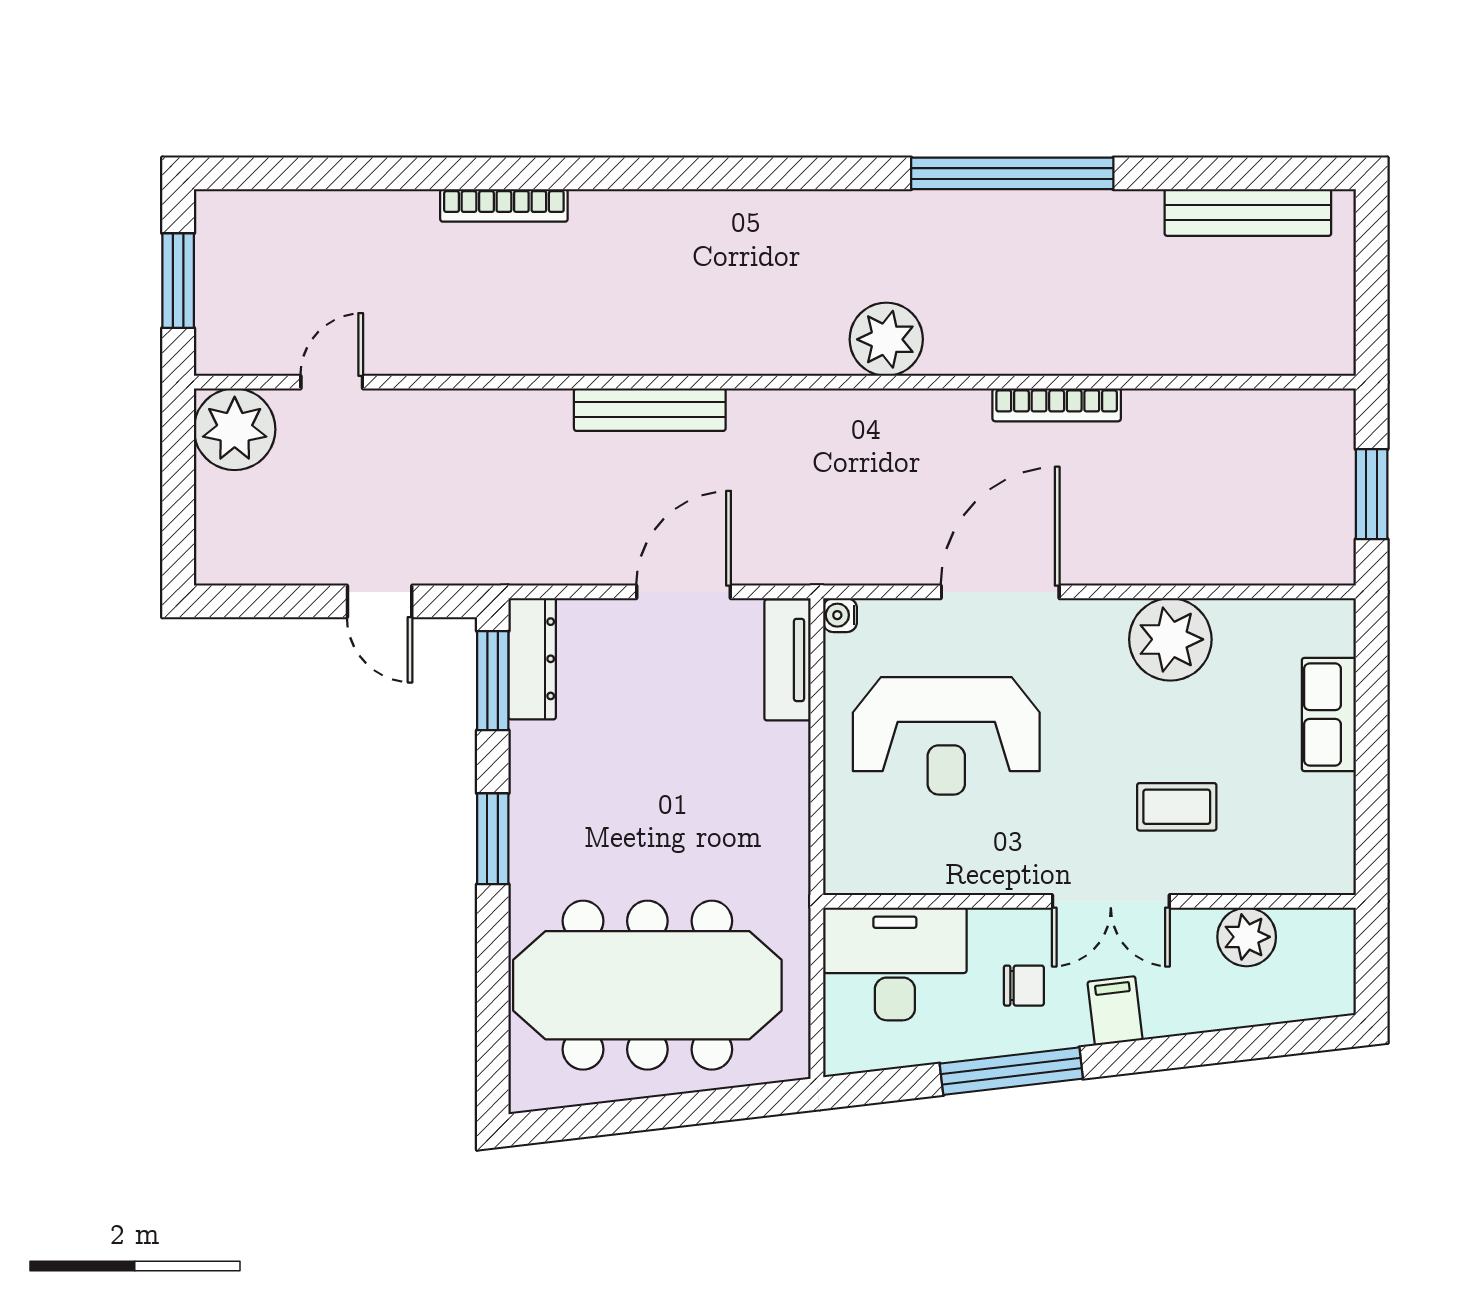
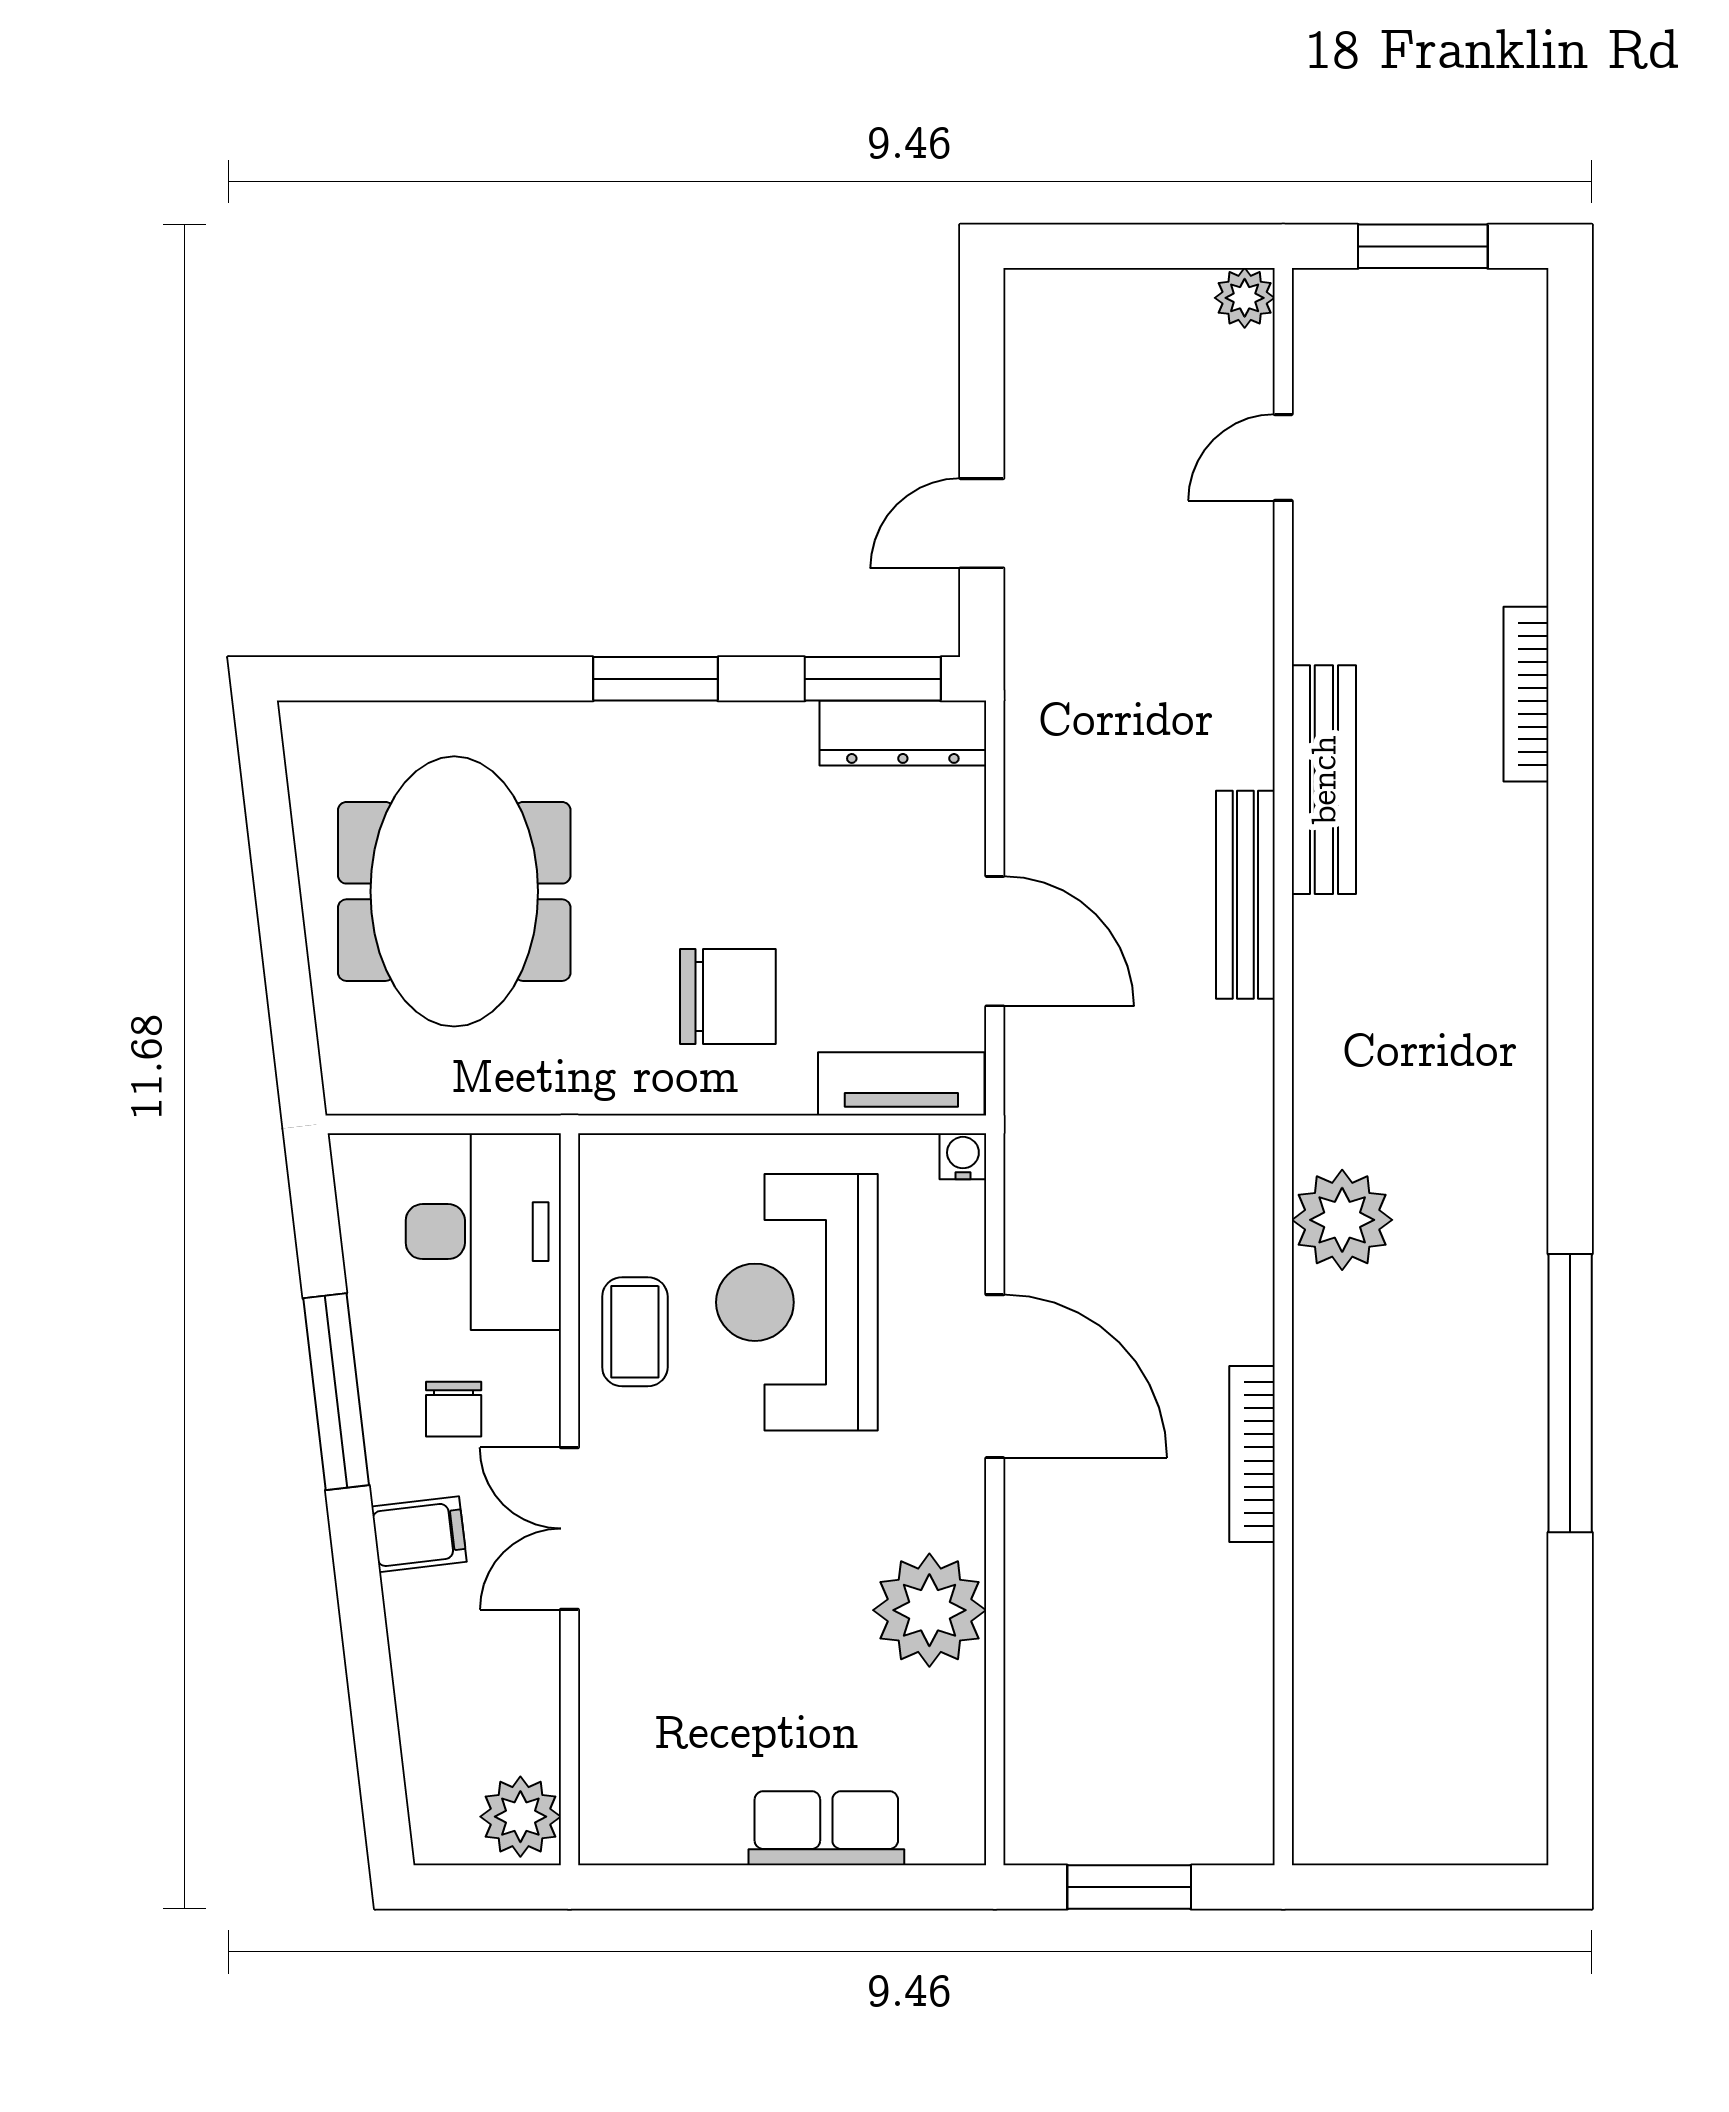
bench: (1248, 212) -> (1324, 780), moved
door: (332, 382) -> (1283, 457), swing flipped
plant: (235, 429) -> (1245, 298), width x0.53, depth x0.53
chair: (724, 786) -> (728, 996), added
coffee table: (1177, 807) -> (635, 1332), moved
plant: (1247, 937) -> (520, 1817), moved
meeting table: (647, 985) -> (454, 891), width x0.73

